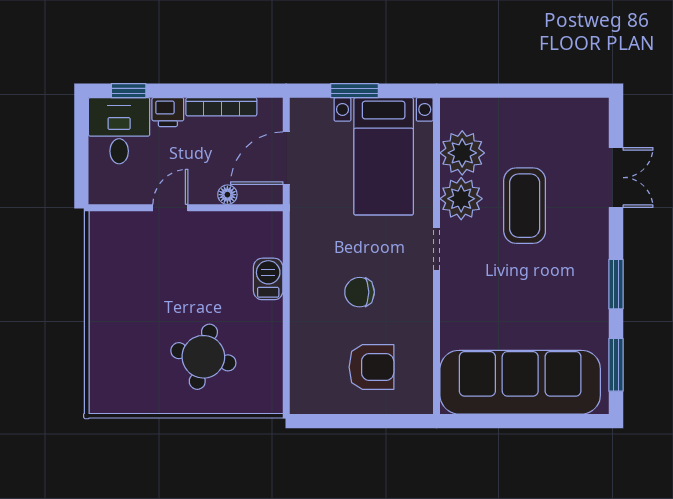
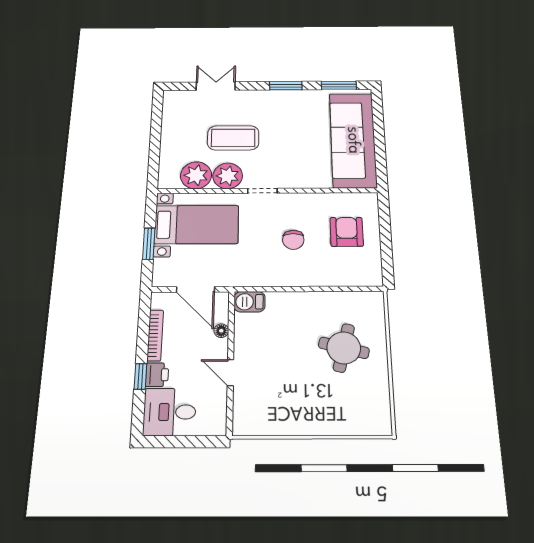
window: (129, 91) -> (141, 376), moved
barbecue: (268, 279) -> (249, 302), moved

